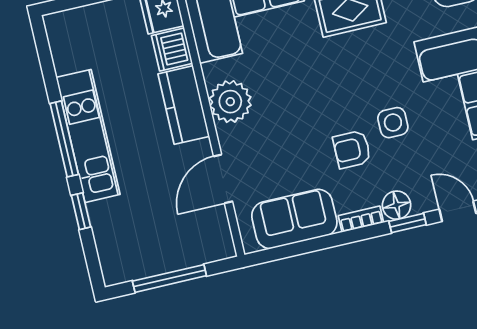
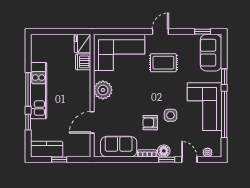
kitchen counter: (184, 105) -> (47, 149), moved, turned 90
window: (169, 278) -> (59, 160), width x0.46

